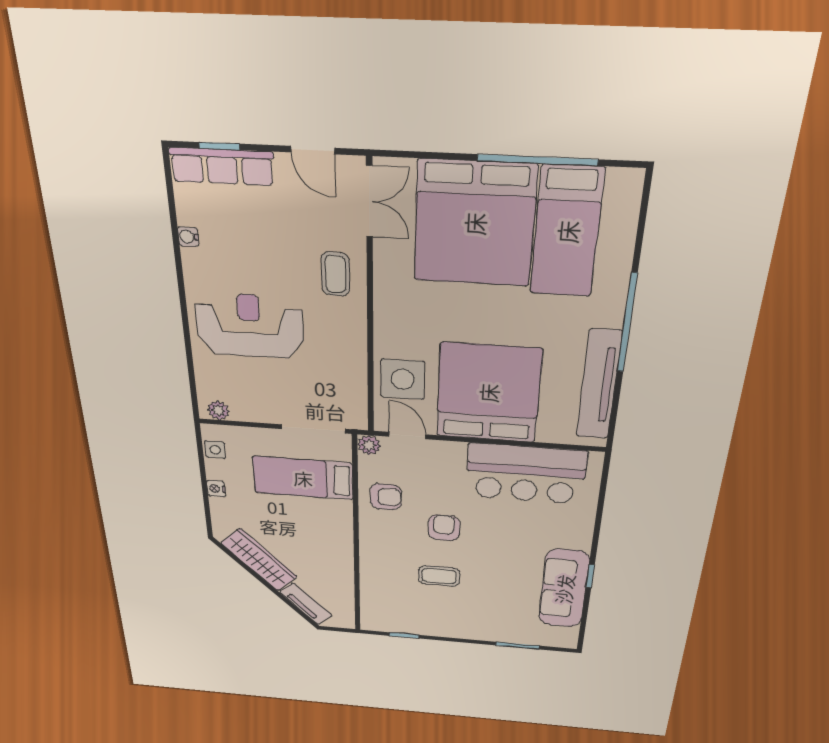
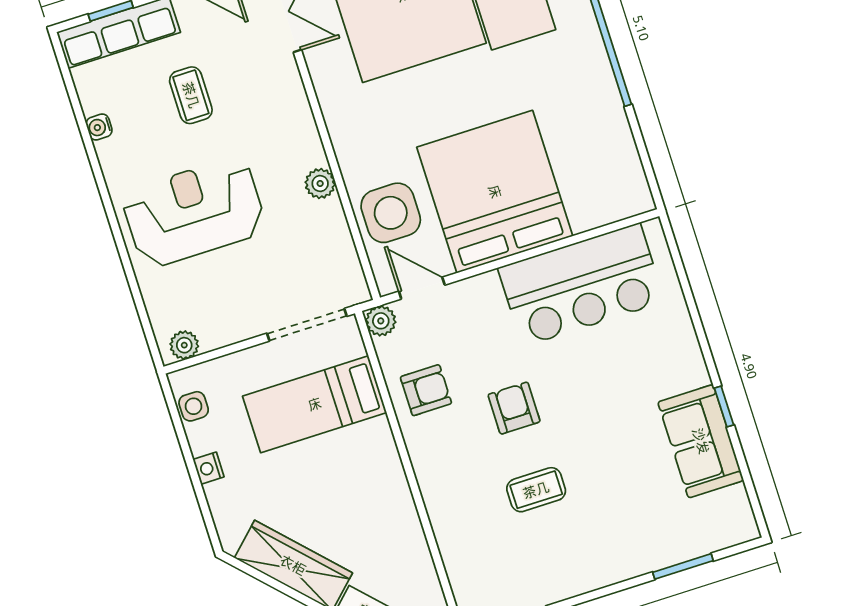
coffee table: (335, 274) -> (191, 95), moved
plant: (355, 340) -> (320, 183), added
tv unit: (599, 385) -> (613, 131), removed
sofa: (564, 589) -> (701, 441), width x0.73

